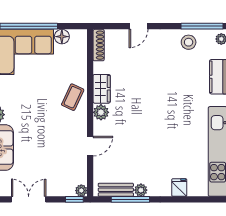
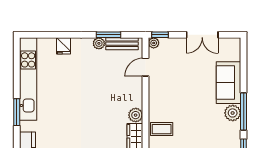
coffee table: (73, 97) -> (162, 129), turned 65
door: (90, 146) -> (146, 67), moved
window: (130, 199) -> (108, 35), width x0.69

